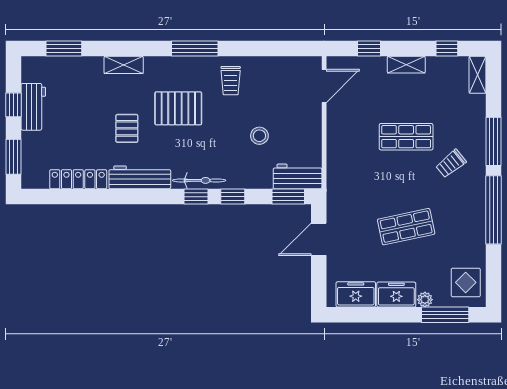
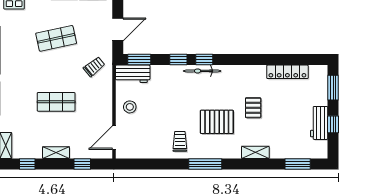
stool: (259, 136) -> (130, 107), moved
trolley: (451, 164) -> (94, 67), moved
workbench: (140, 177) -> (244, 73), removed

